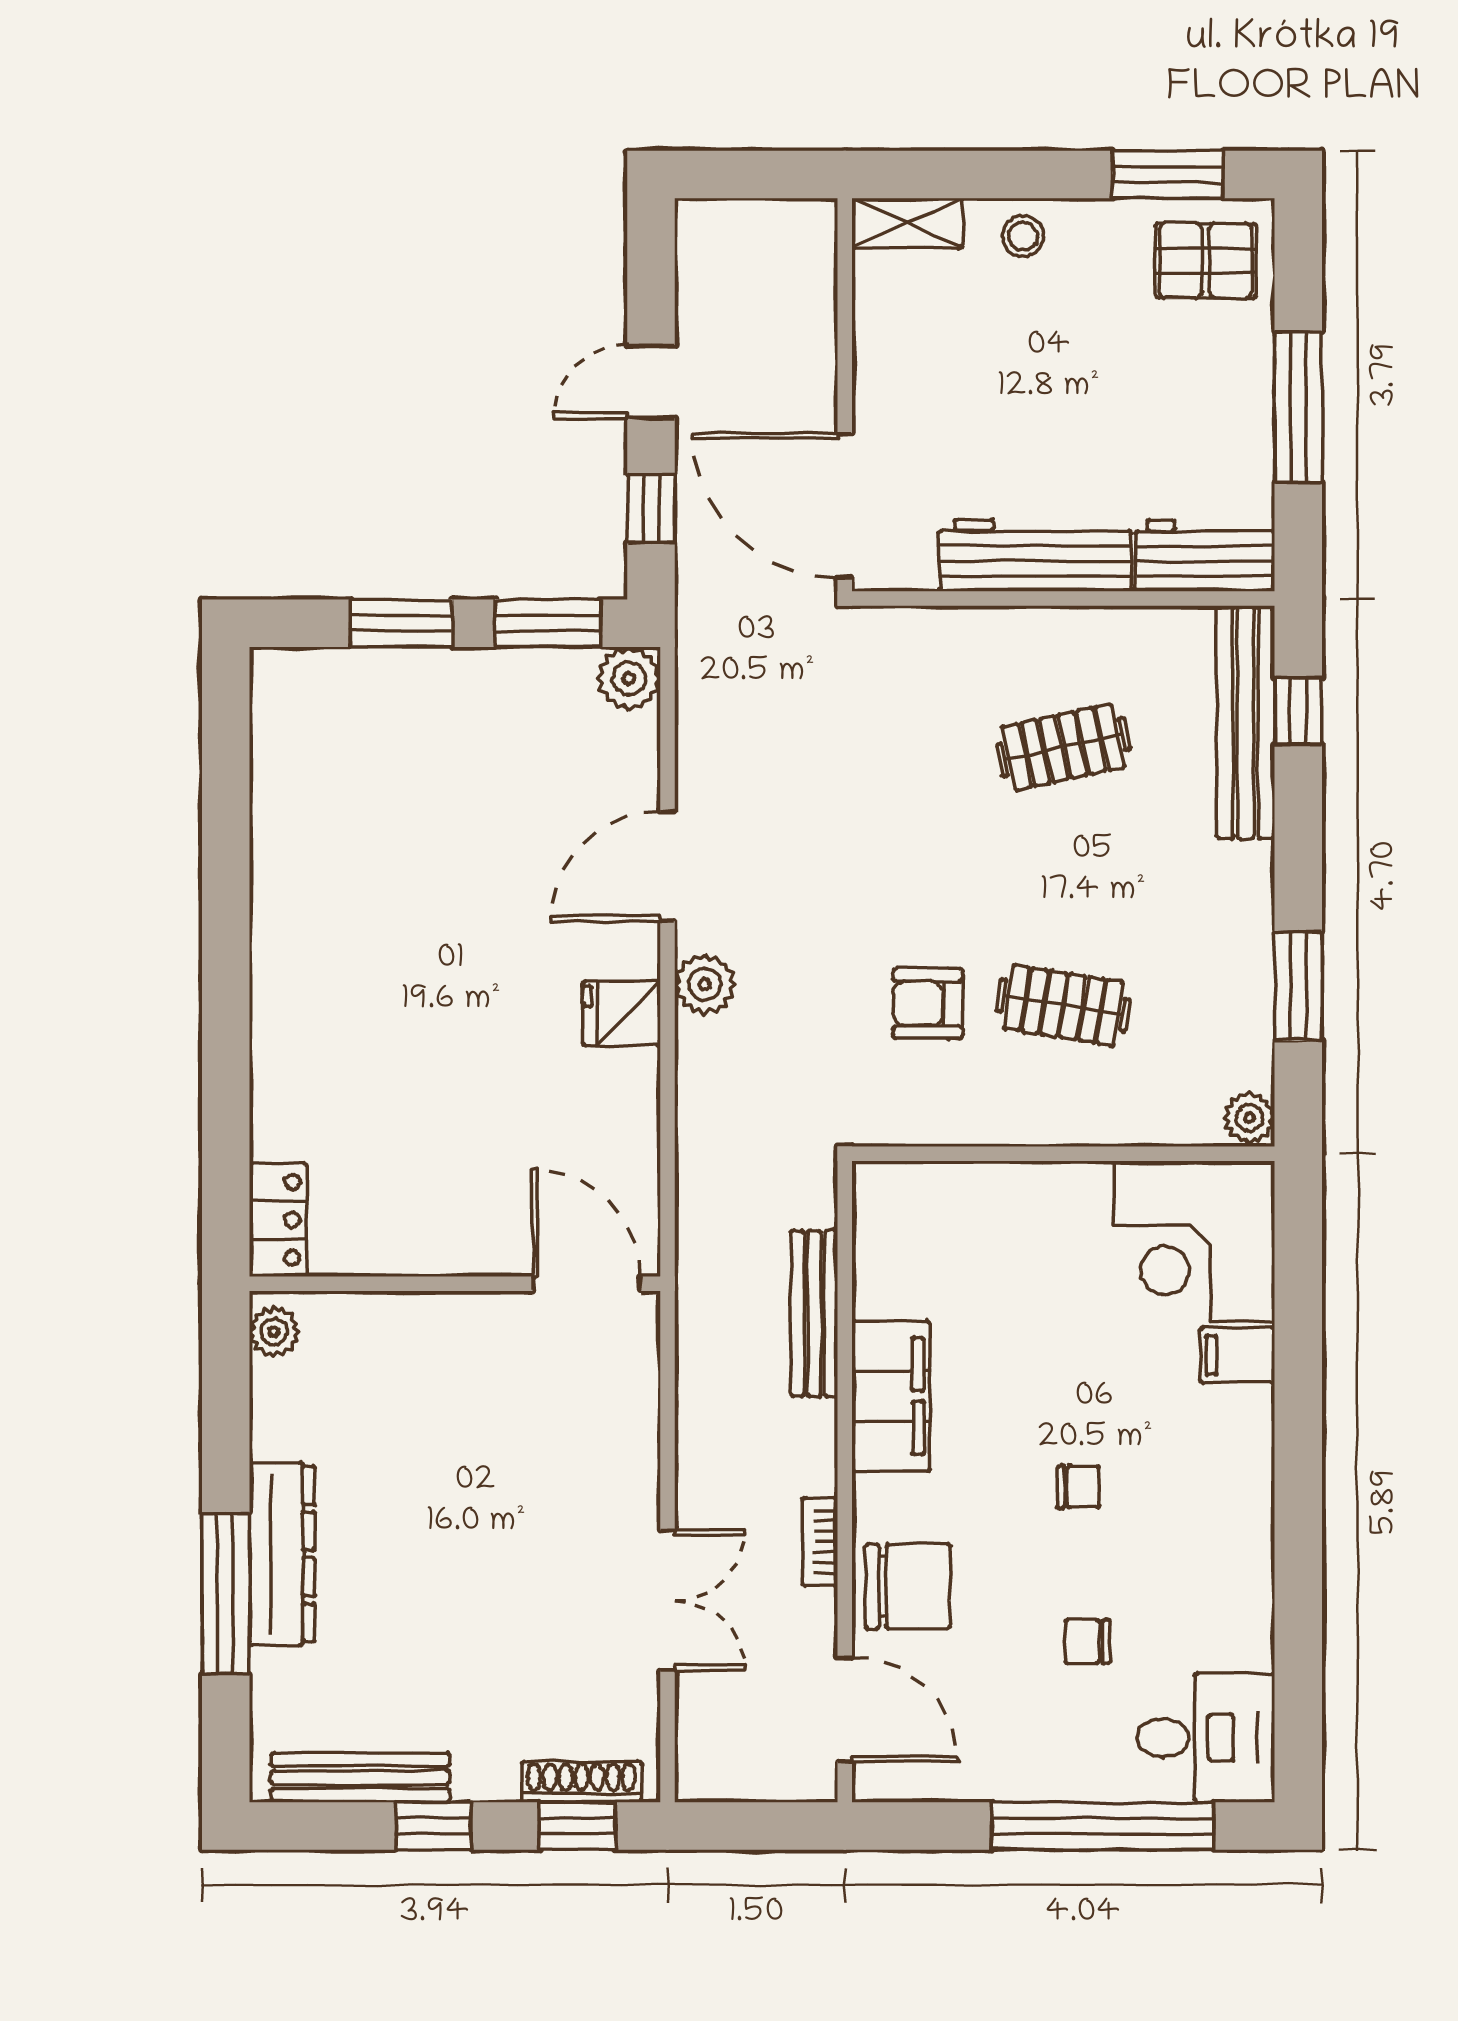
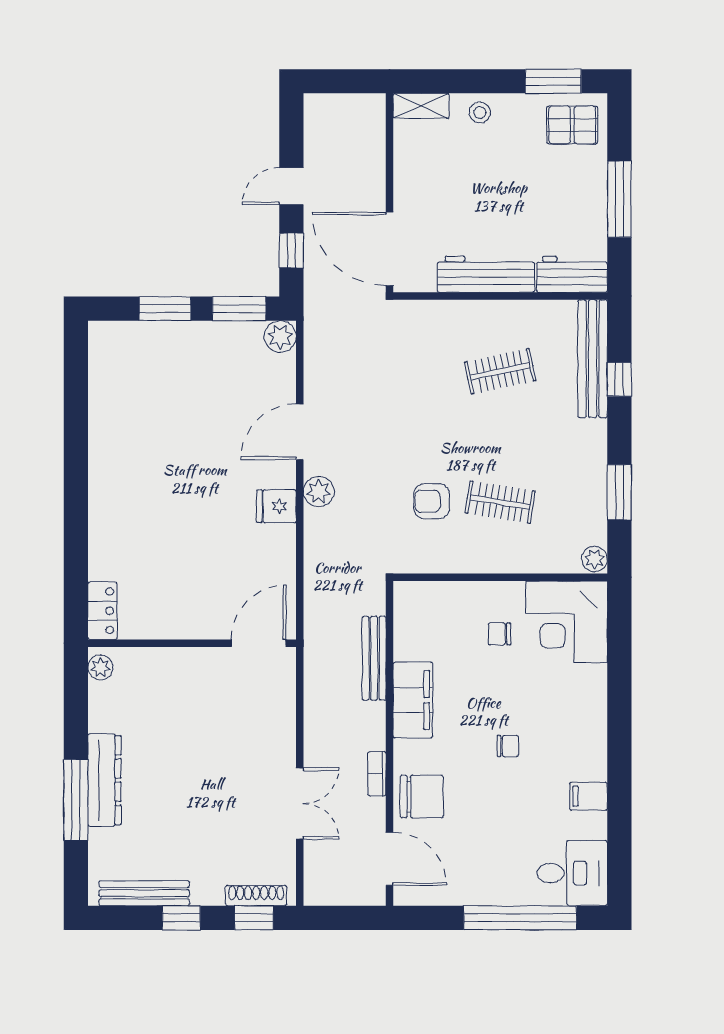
window: (1298, 711) -> (619, 379), moved
door: (586, 1284) -> (259, 643), hinge flipped
filing cabinet: (1238, 1355) -> (588, 796), moved
chair: (1087, 1642) -> (499, 634), moved

